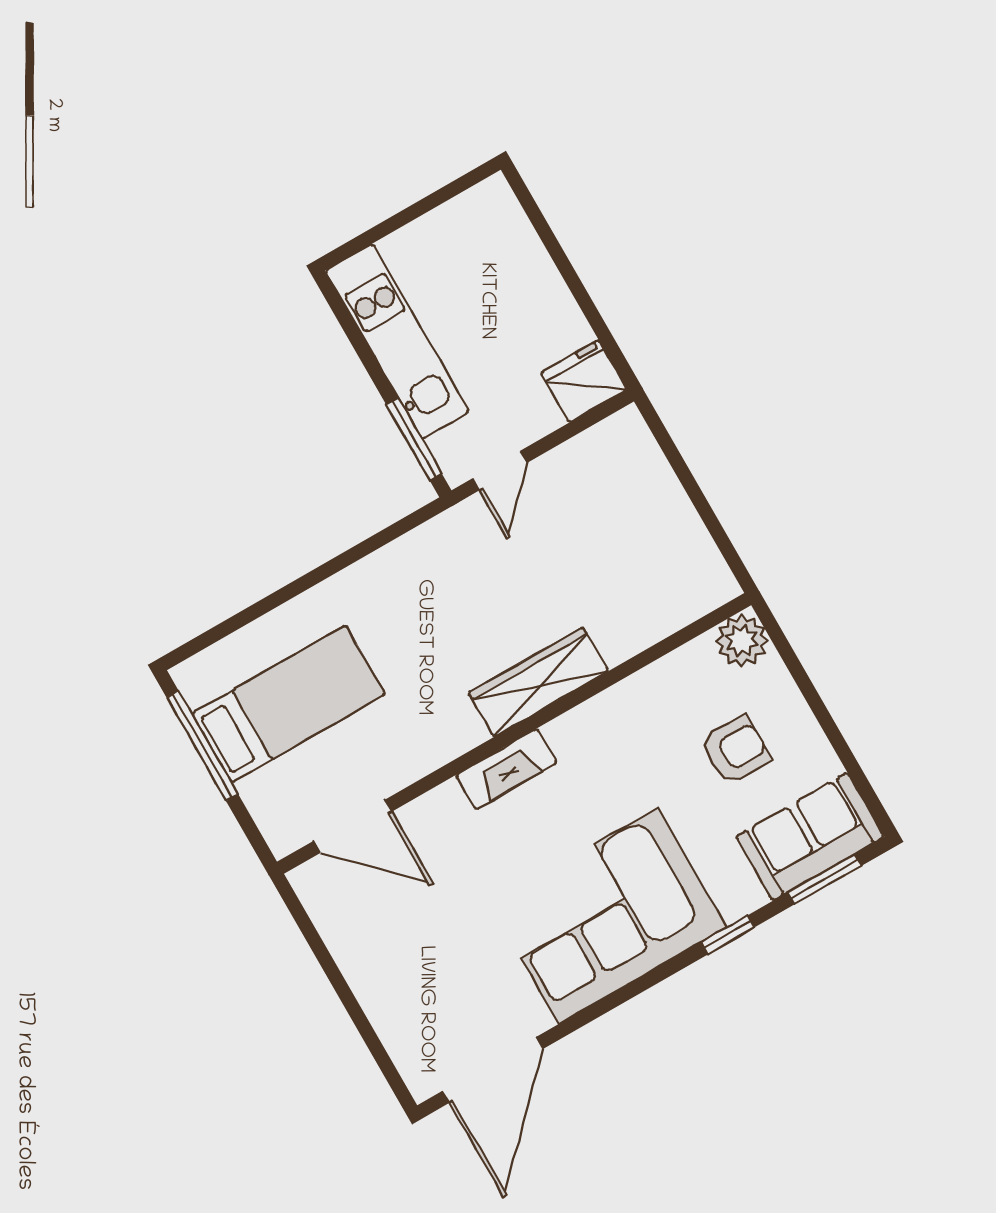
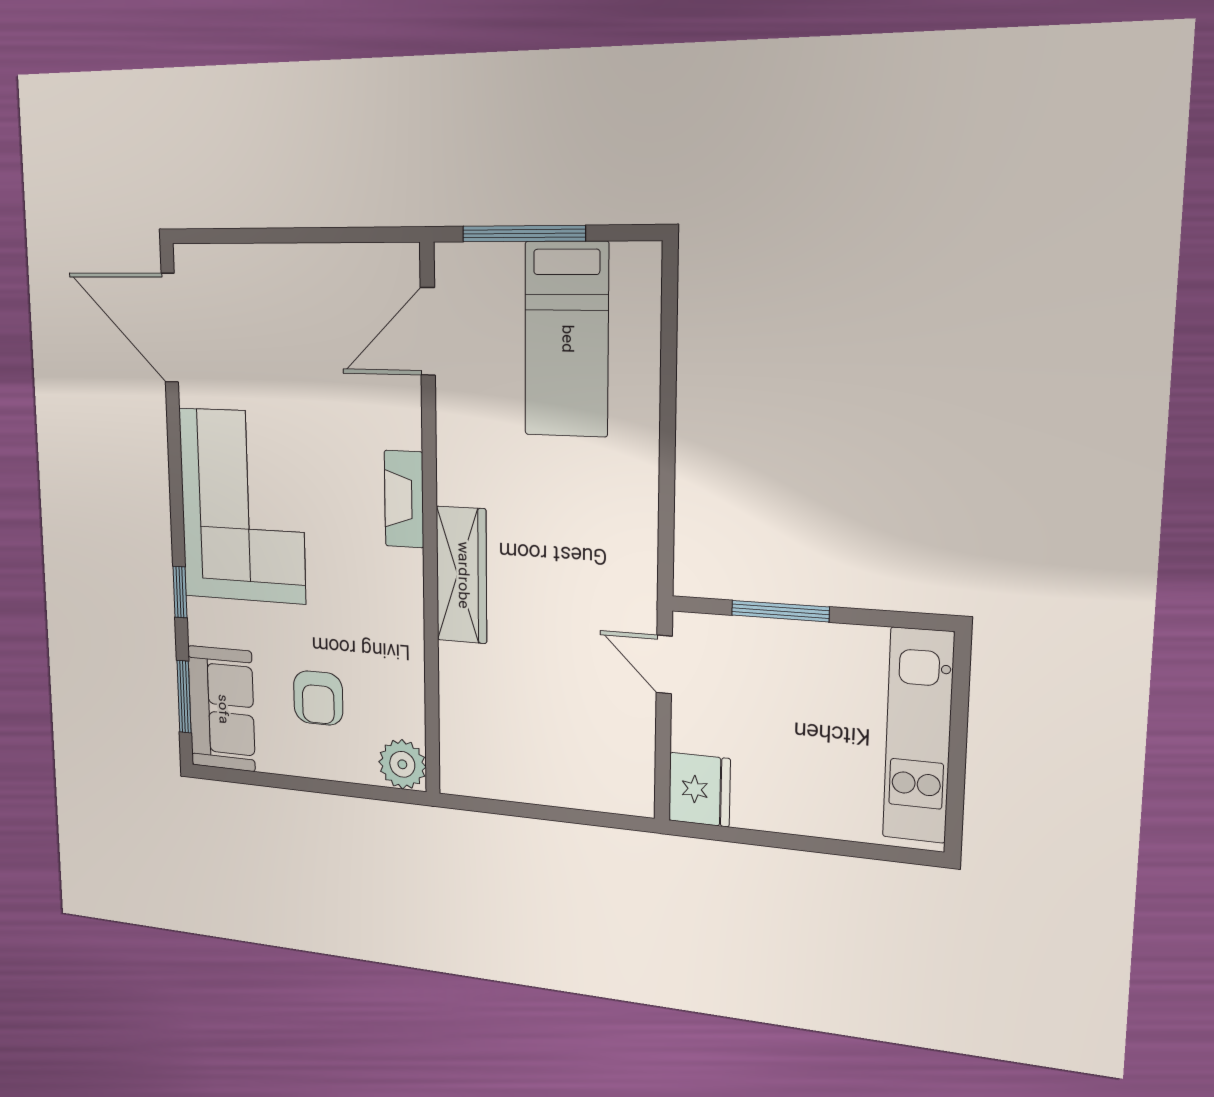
kitchen unit: (397, 341) -> (918, 736), moved, turned 90
window: (414, 439) -> (780, 611), moved
window: (202, 746) -> (524, 234), moved

